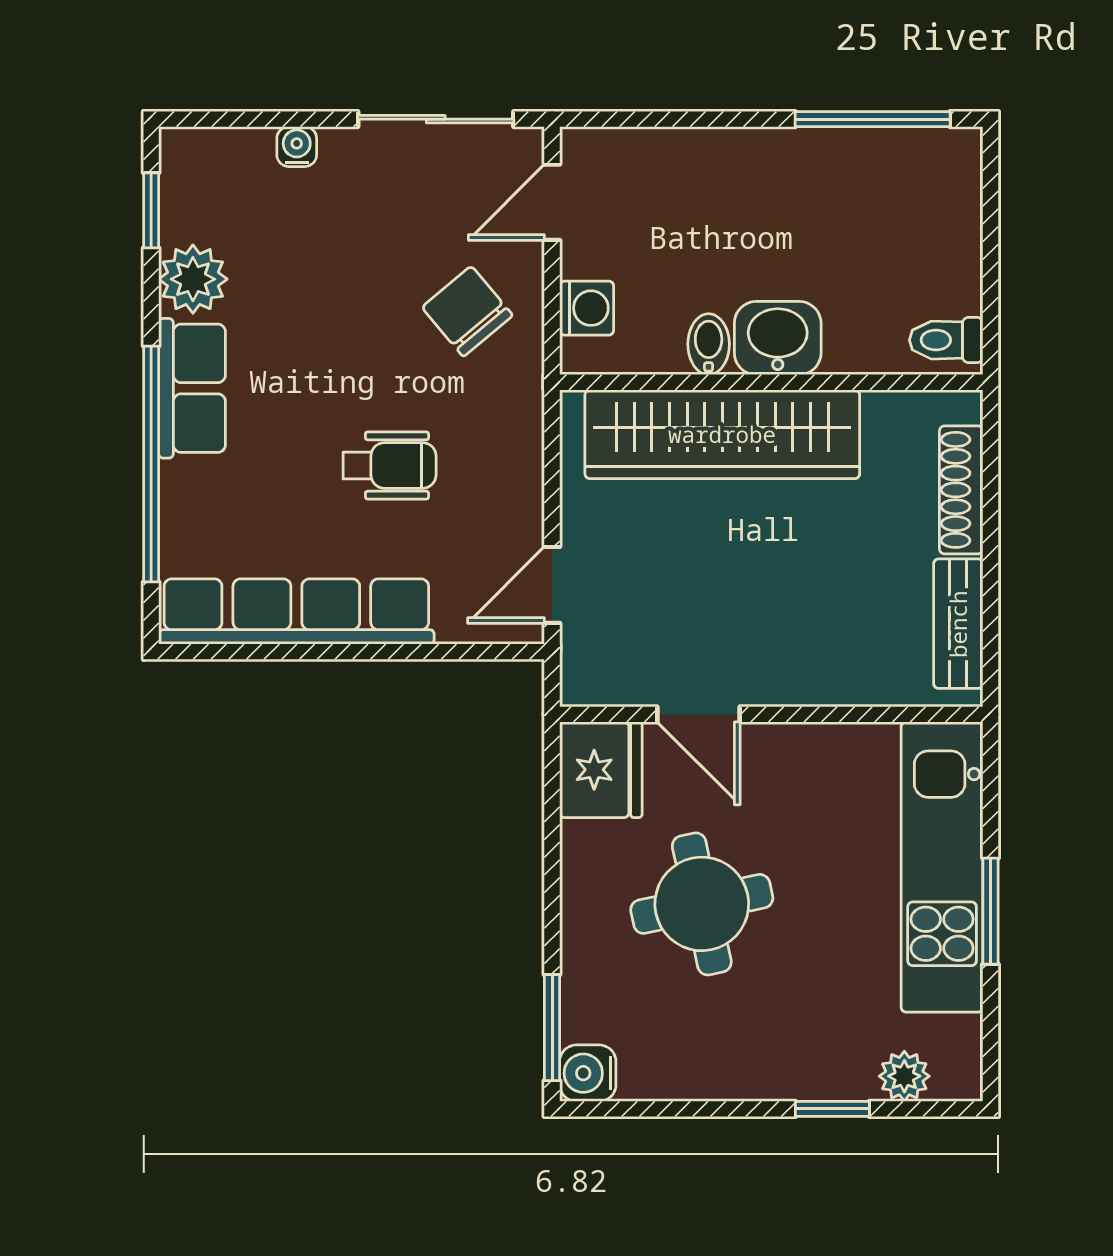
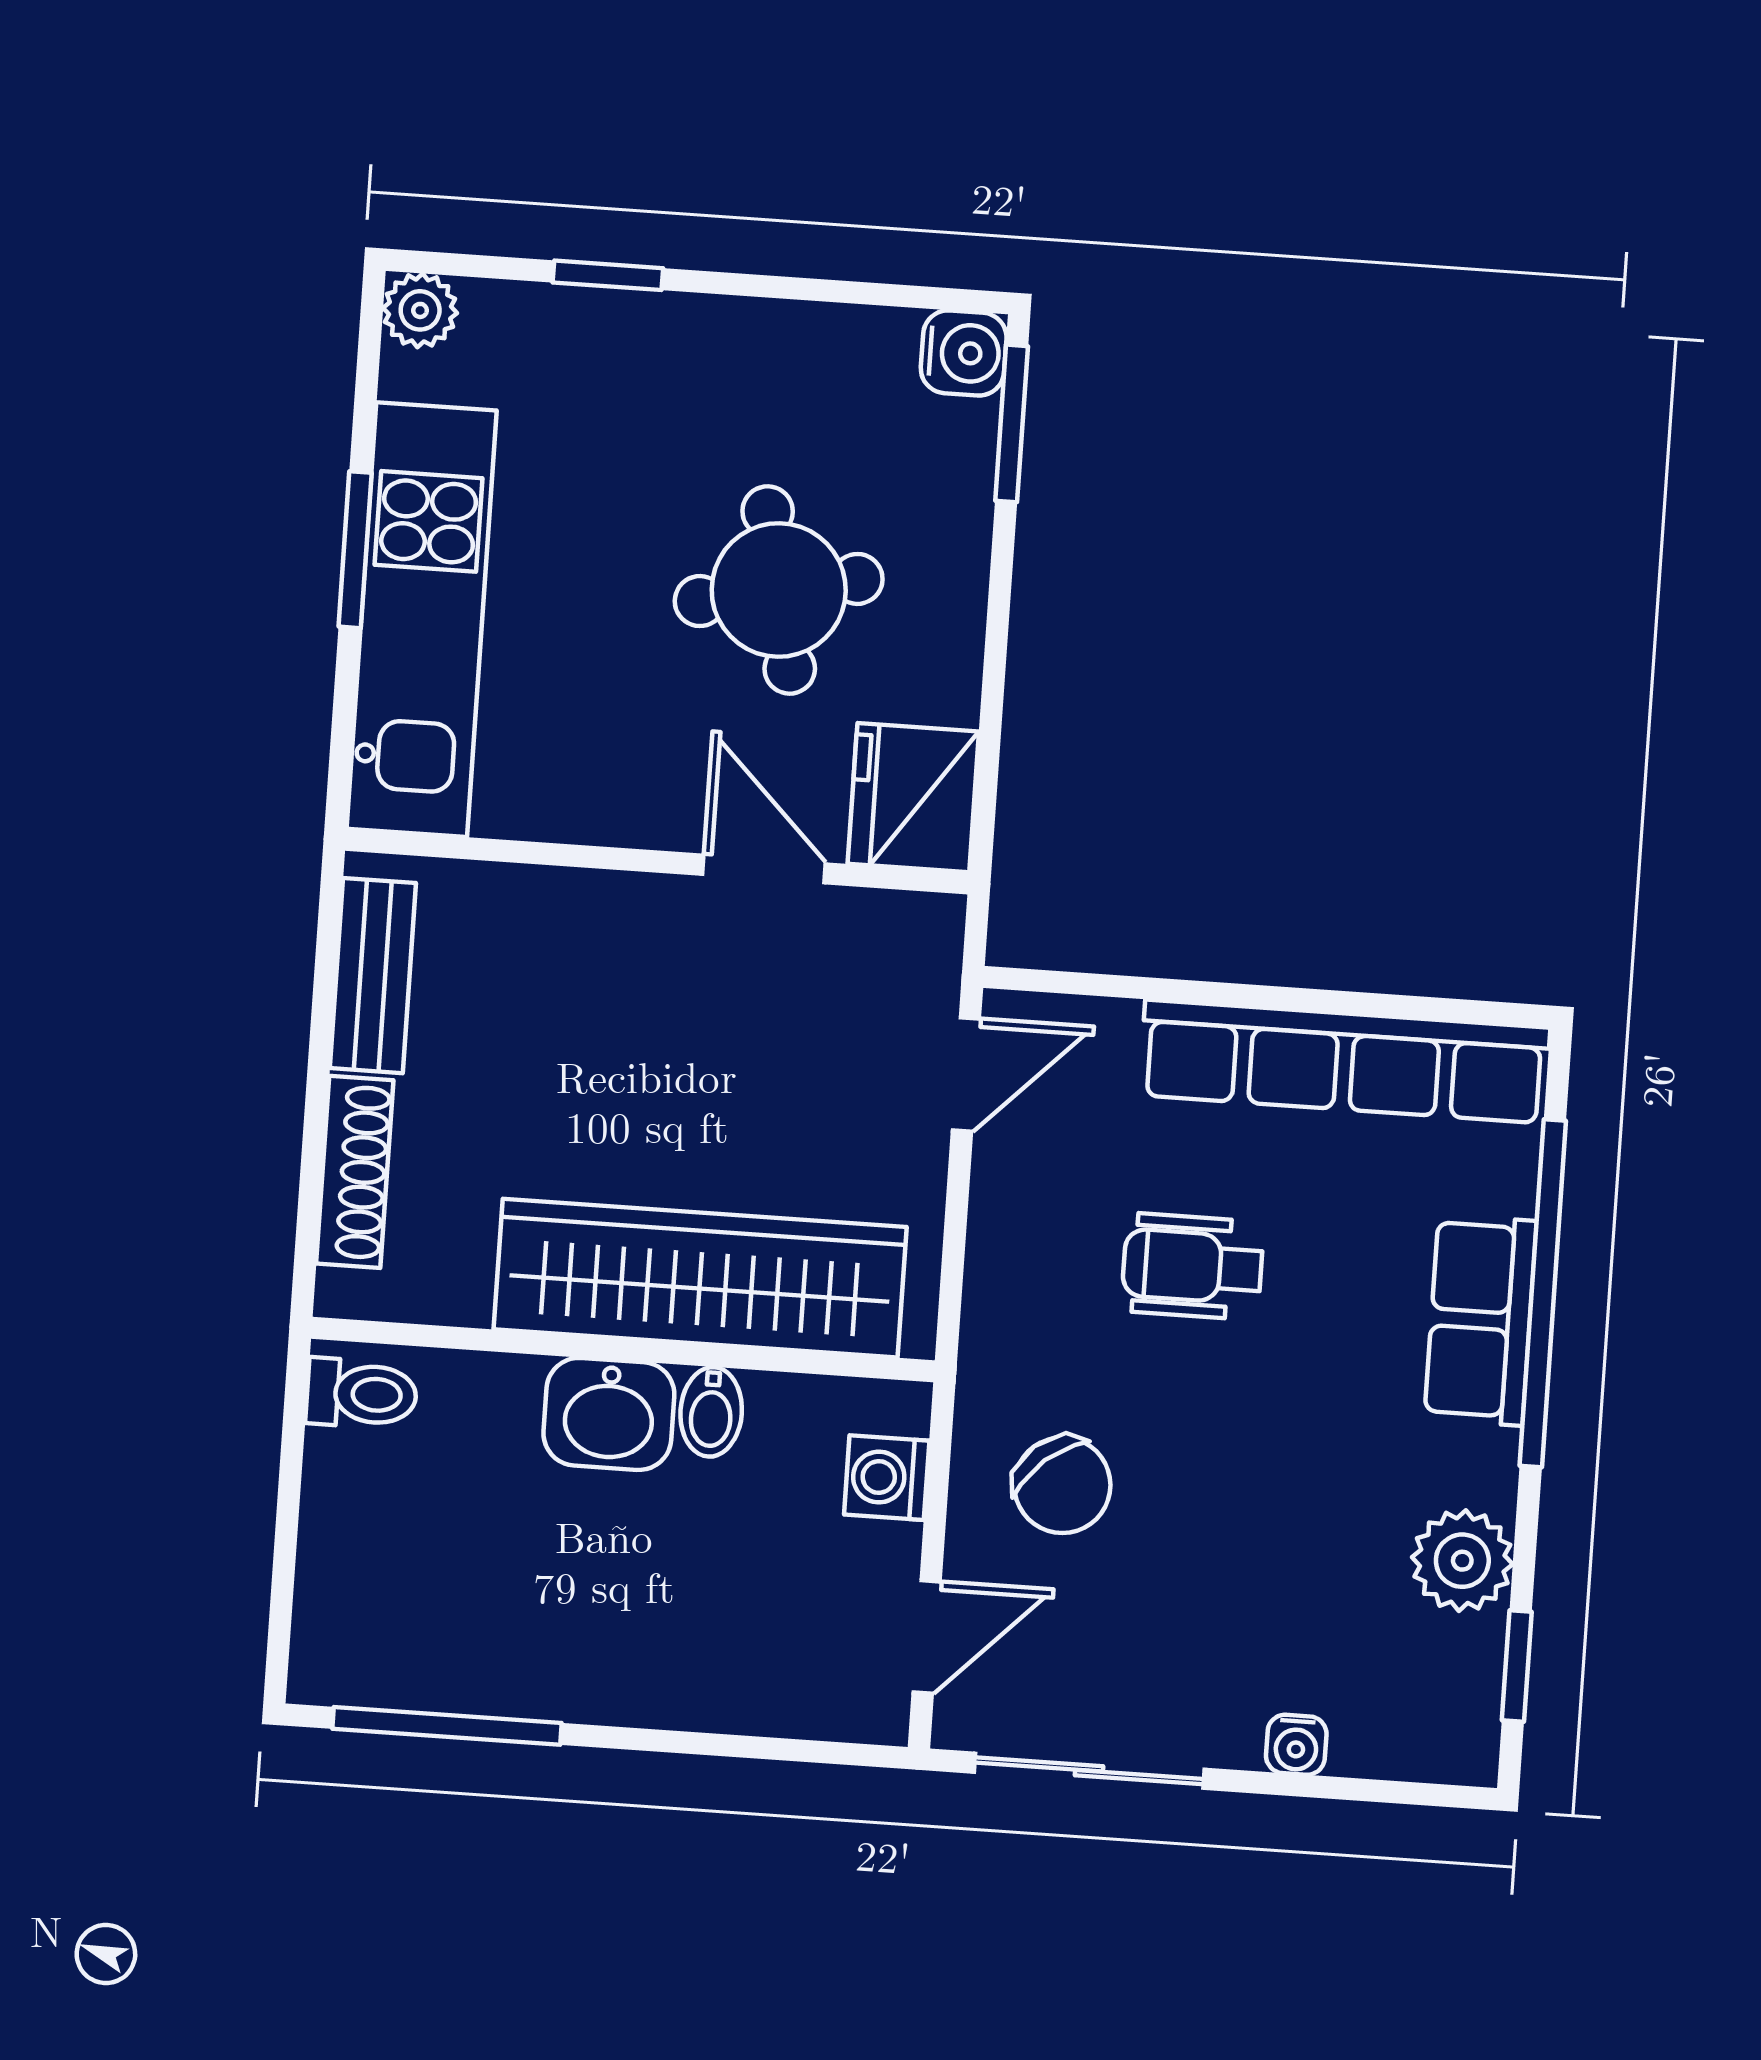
row of seats: (192, 388) -> (1481, 1320), moved
plant: (904, 1076) -> (420, 310), moved

